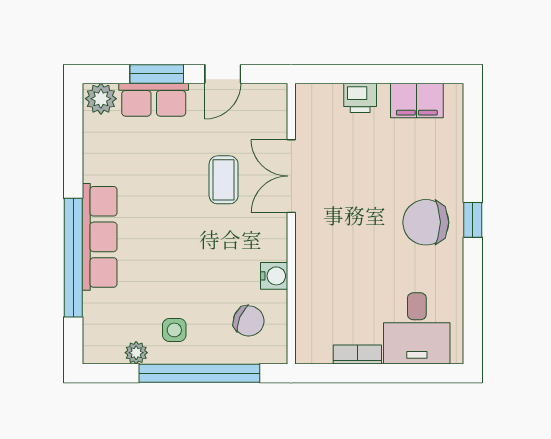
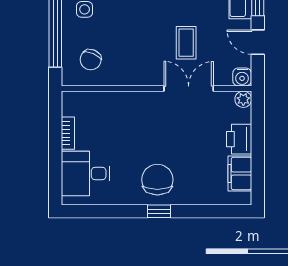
plant: (307, 95) -> (243, 99), added
printer: (360, 98) -> (239, 139), width x1.36, depth x1.24
coffee table: (224, 180) -> (186, 43), turned 90
water cooler: (274, 276) -> (242, 77), moved

